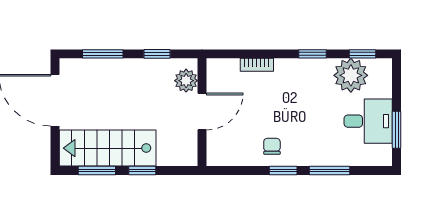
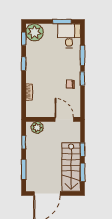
plant: (351, 75) -> (34, 32), moved
door: (202, 111) -> (64, 119), moved
desk: (368, 121) -> (69, 36), moved

